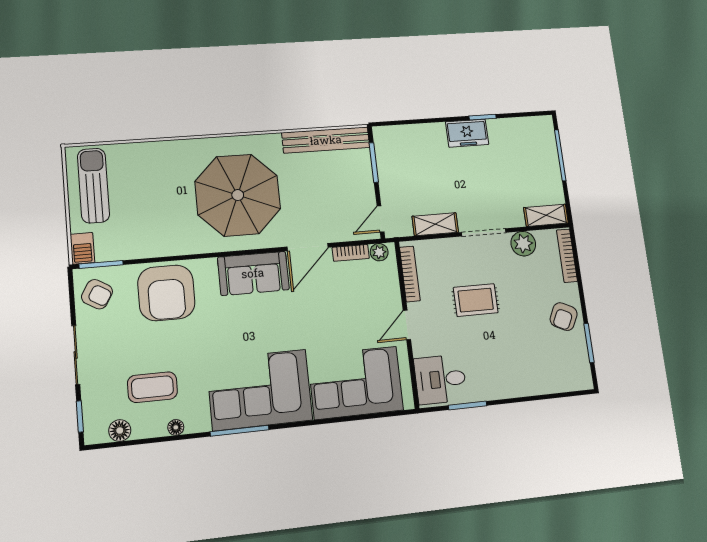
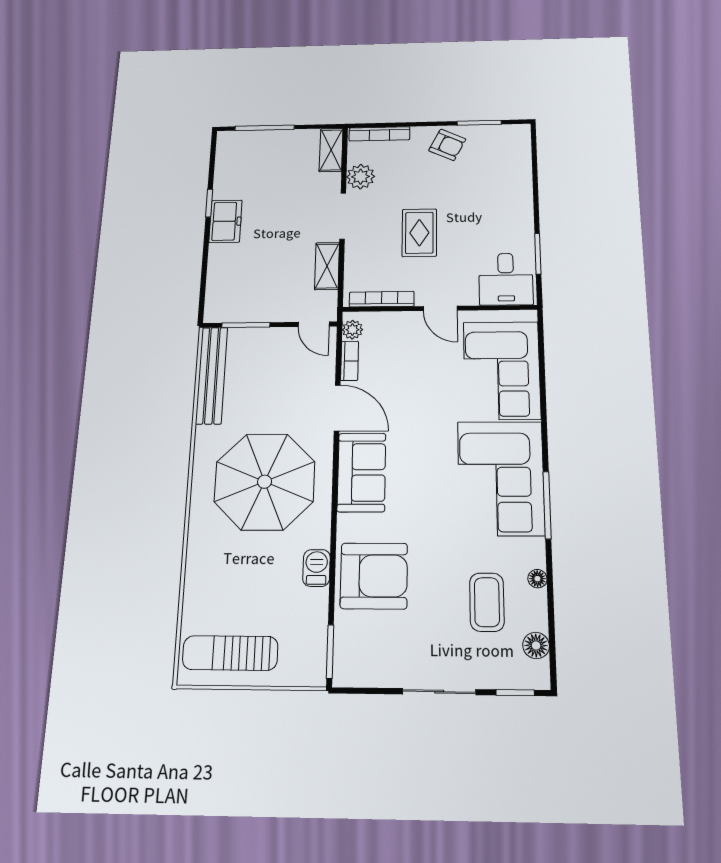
barbecue: (82, 248) -> (316, 568), moved, turned -90
armchair: (97, 294) -> (367, 660), removed

